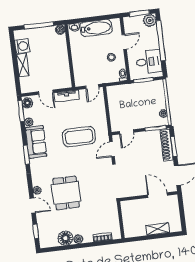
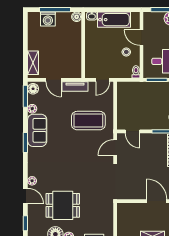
door: (124, 42) -> (142, 38), swing flipped
washing machine: (22, 46) -> (48, 19), moved, turned 90
shelving: (23, 65) -> (33, 63), moved
door: (127, 132) -> (133, 131), hinge flipped
coffee table: (79, 137) -> (88, 121), moved
dining table: (66, 193) -> (63, 205), moved, turned 90

